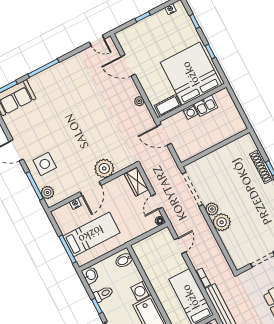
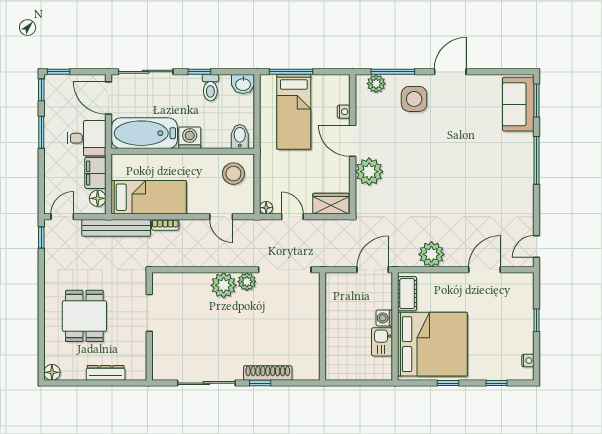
plant: (139, 101) -> (431, 254), width x1.88, depth x1.88
stool: (149, 252) -> (233, 174), added

